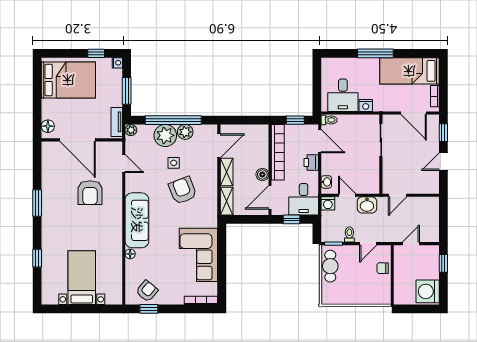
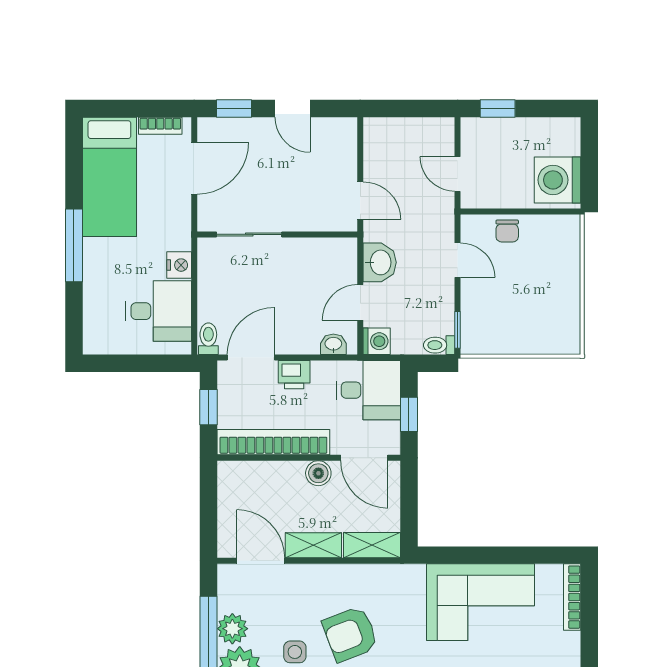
toilet: (349, 234) -> (439, 345), moved
cafe table: (330, 266) -> (503, 336), removed
washing machine: (428, 291) -> (558, 180), moved, turned 90

